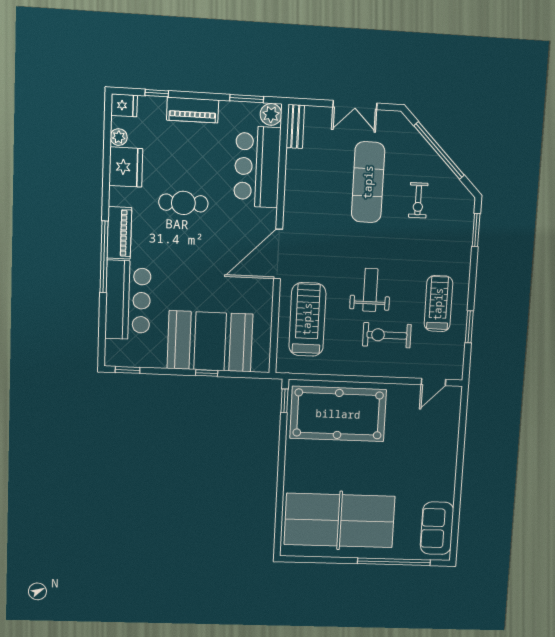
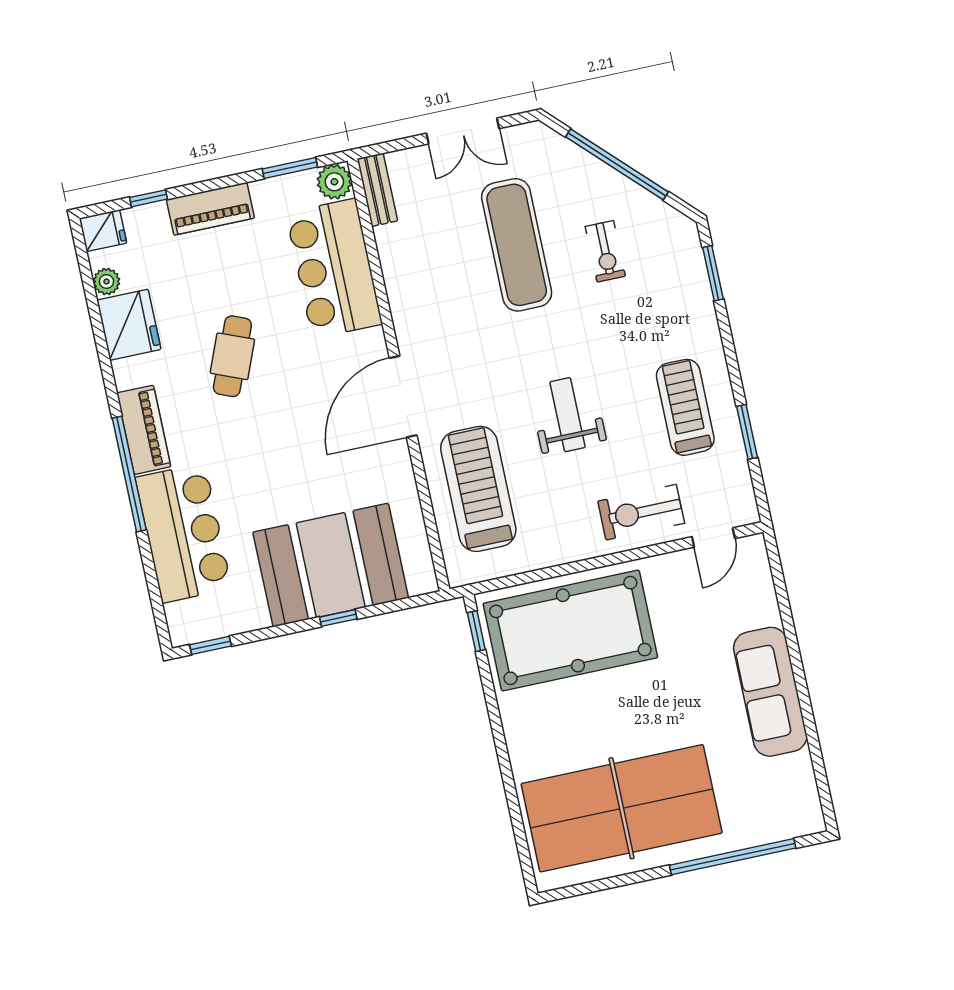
cafe table: (183, 203) -> (232, 356), turned -68
exercise bike: (387, 335) -> (641, 512), moved
sofa: (437, 528) -> (770, 692), moved, width x1.36

